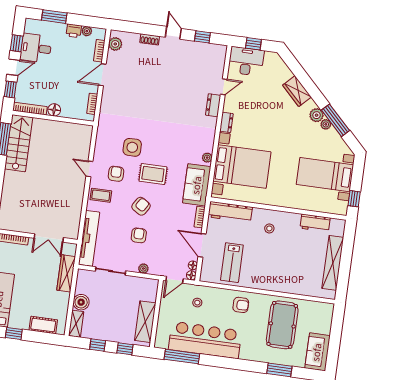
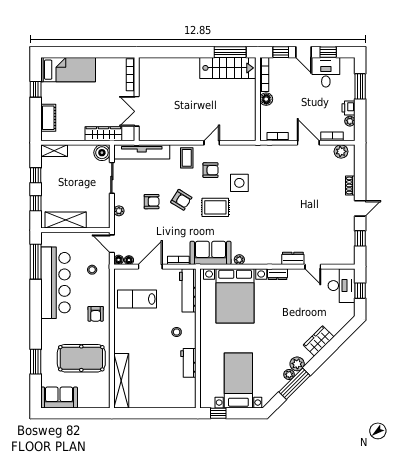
rug: (153, 174) -> (215, 207), turned 90
workbench: (315, 223) -> (188, 363), moved
shelving: (333, 263) -> (121, 381), moved, turned 90
boiler: (81, 302) -> (102, 153), moved

